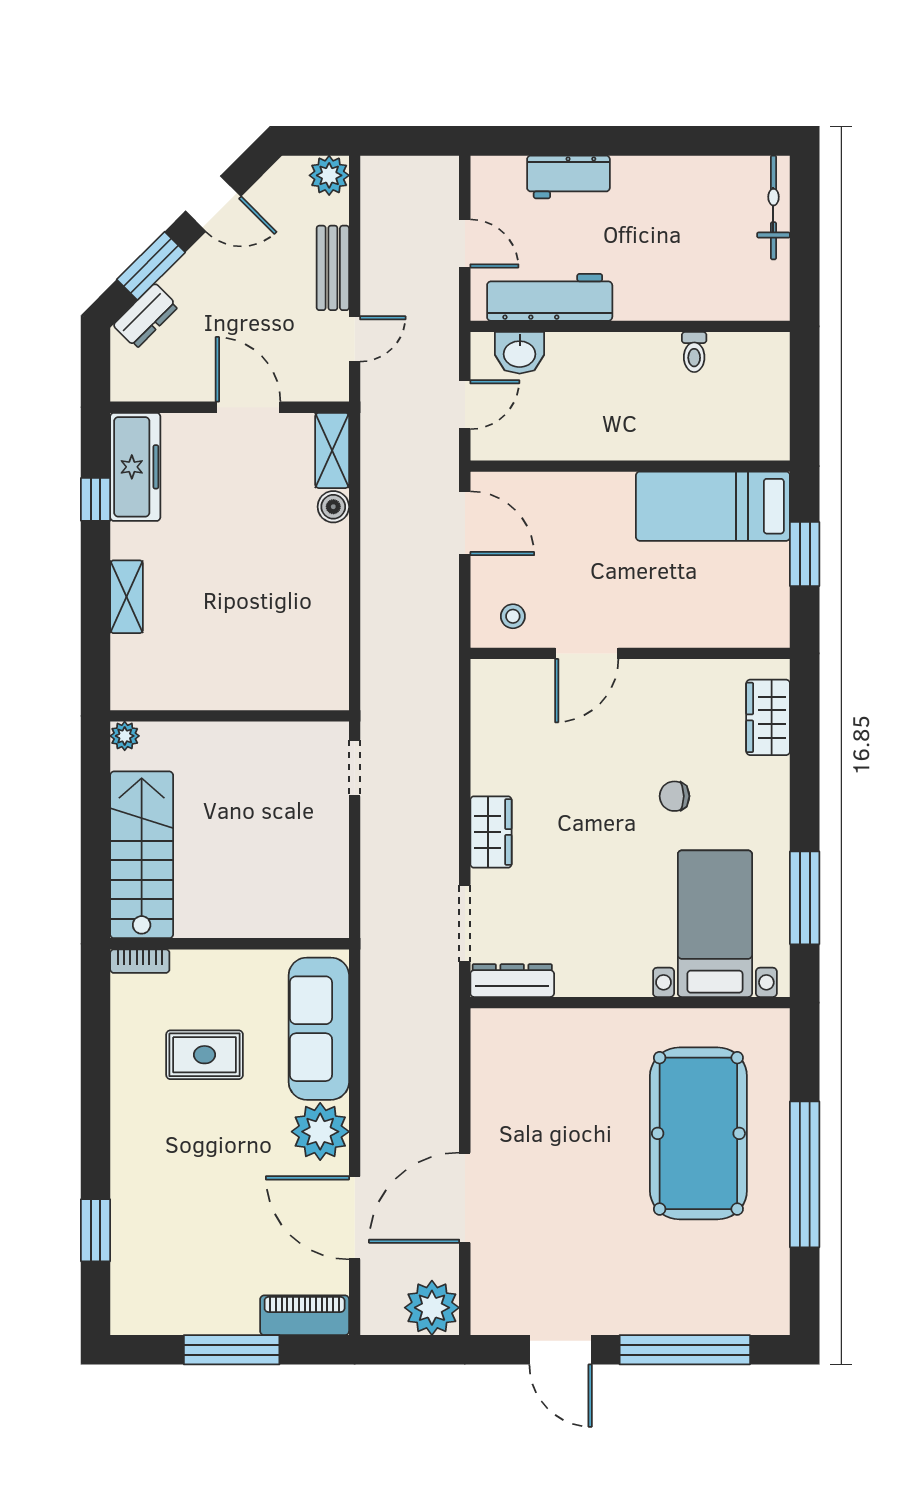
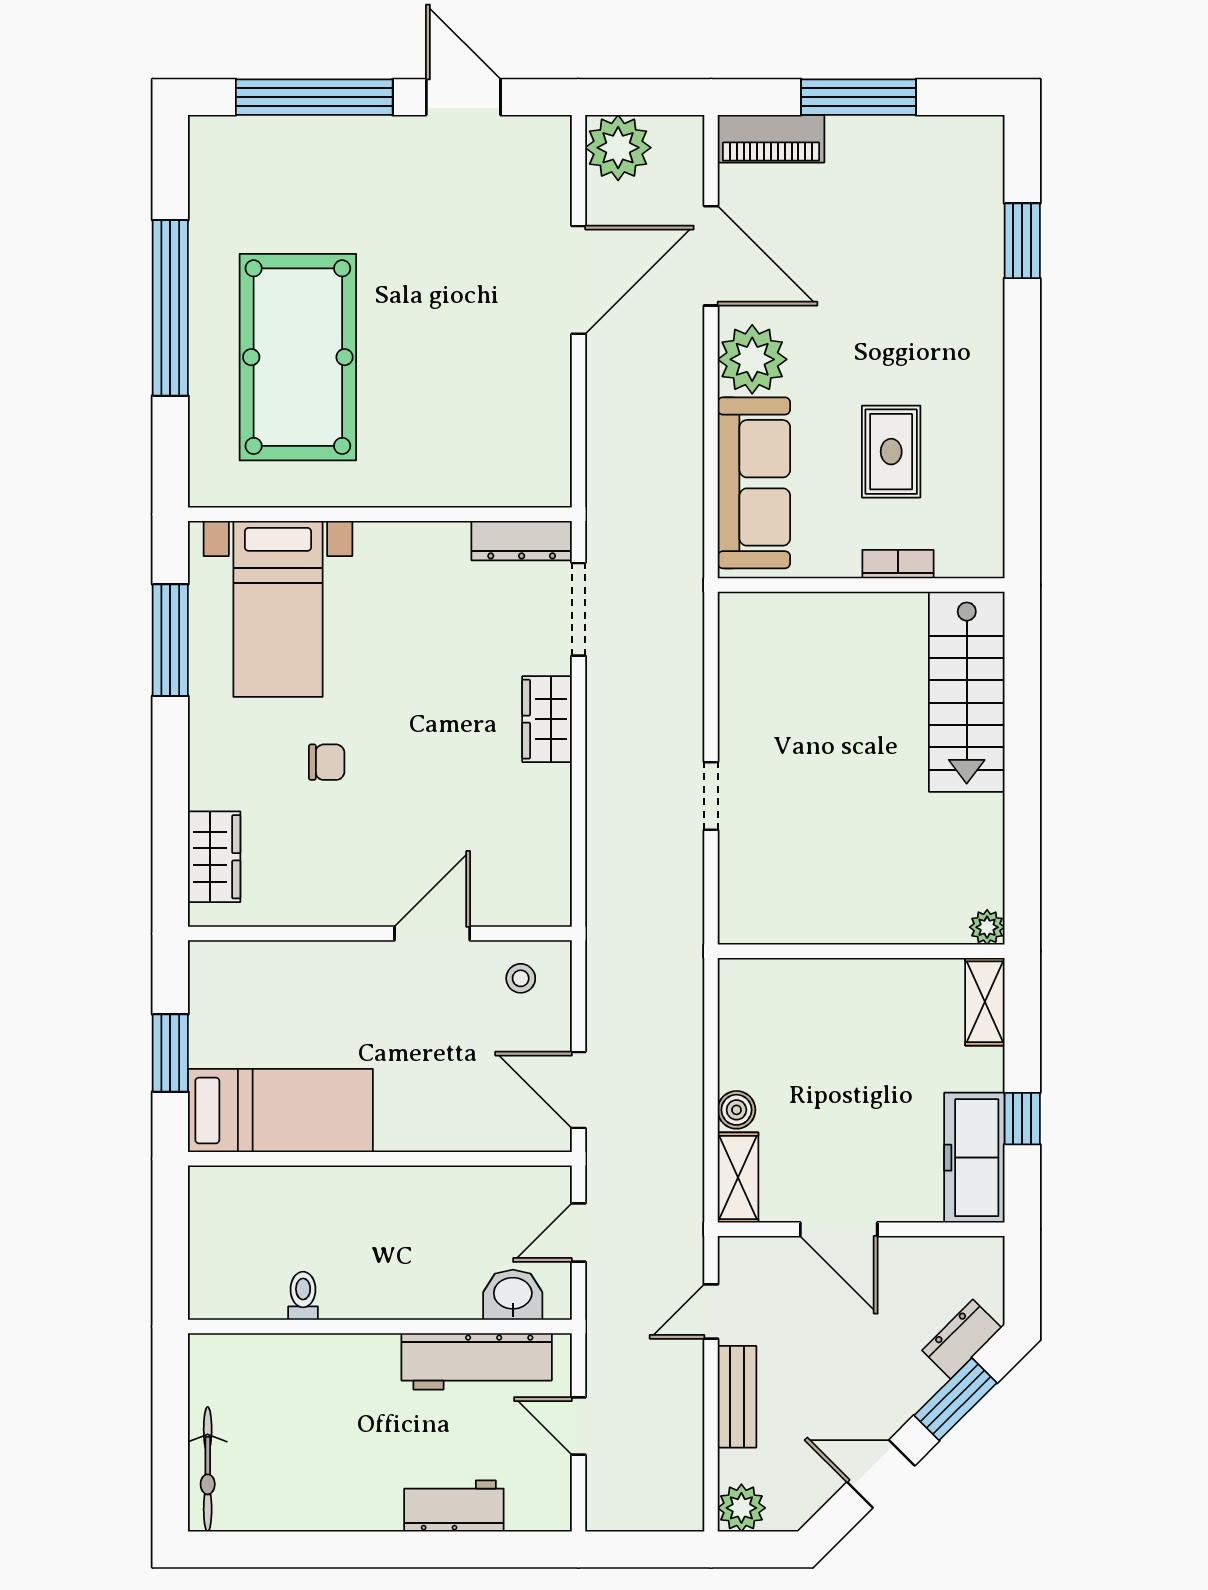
wall: (230, 716) -> (861, 951), moved
plant: (125, 736) -> (987, 927), moved
bookcase: (140, 961) -> (898, 564), moved
rug: (205, 1055) -> (891, 452), turned 90

